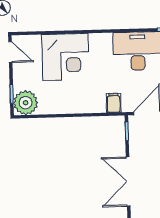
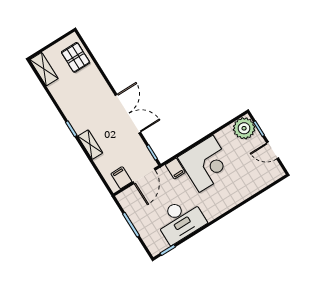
door: (10, 52) -> (273, 150), moved
corner desk: (65, 57) -> (206, 164), moved, turned 180

